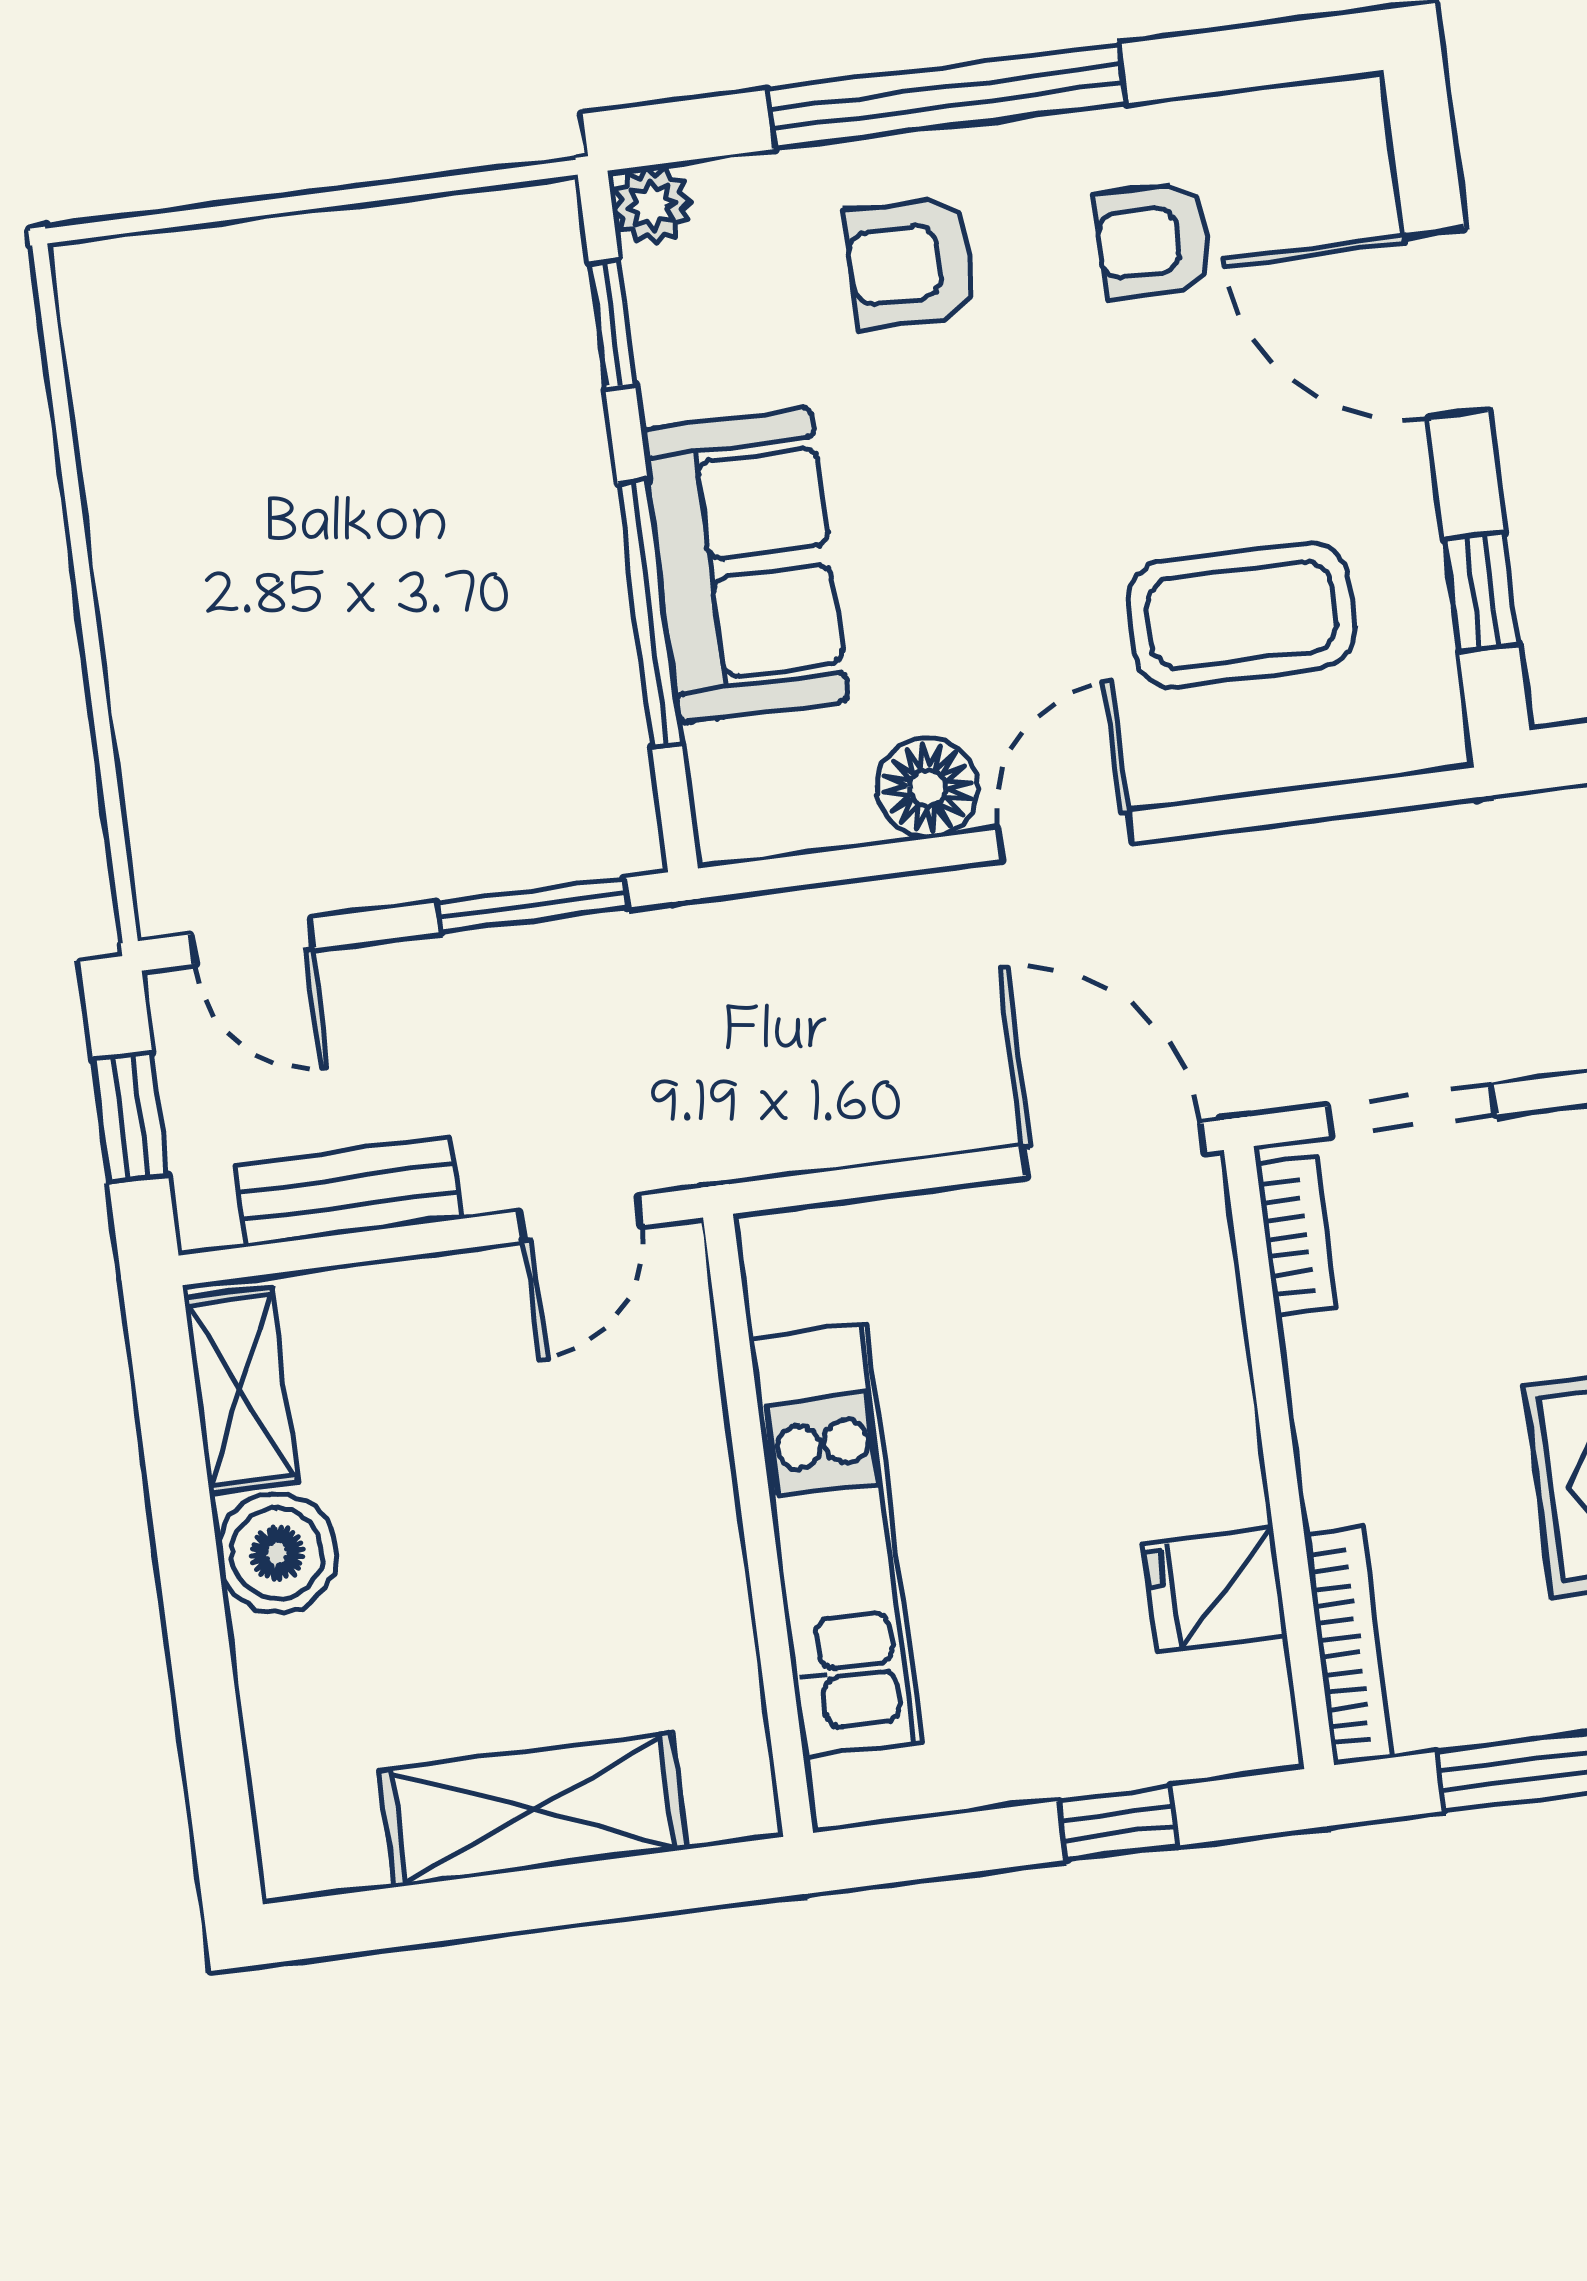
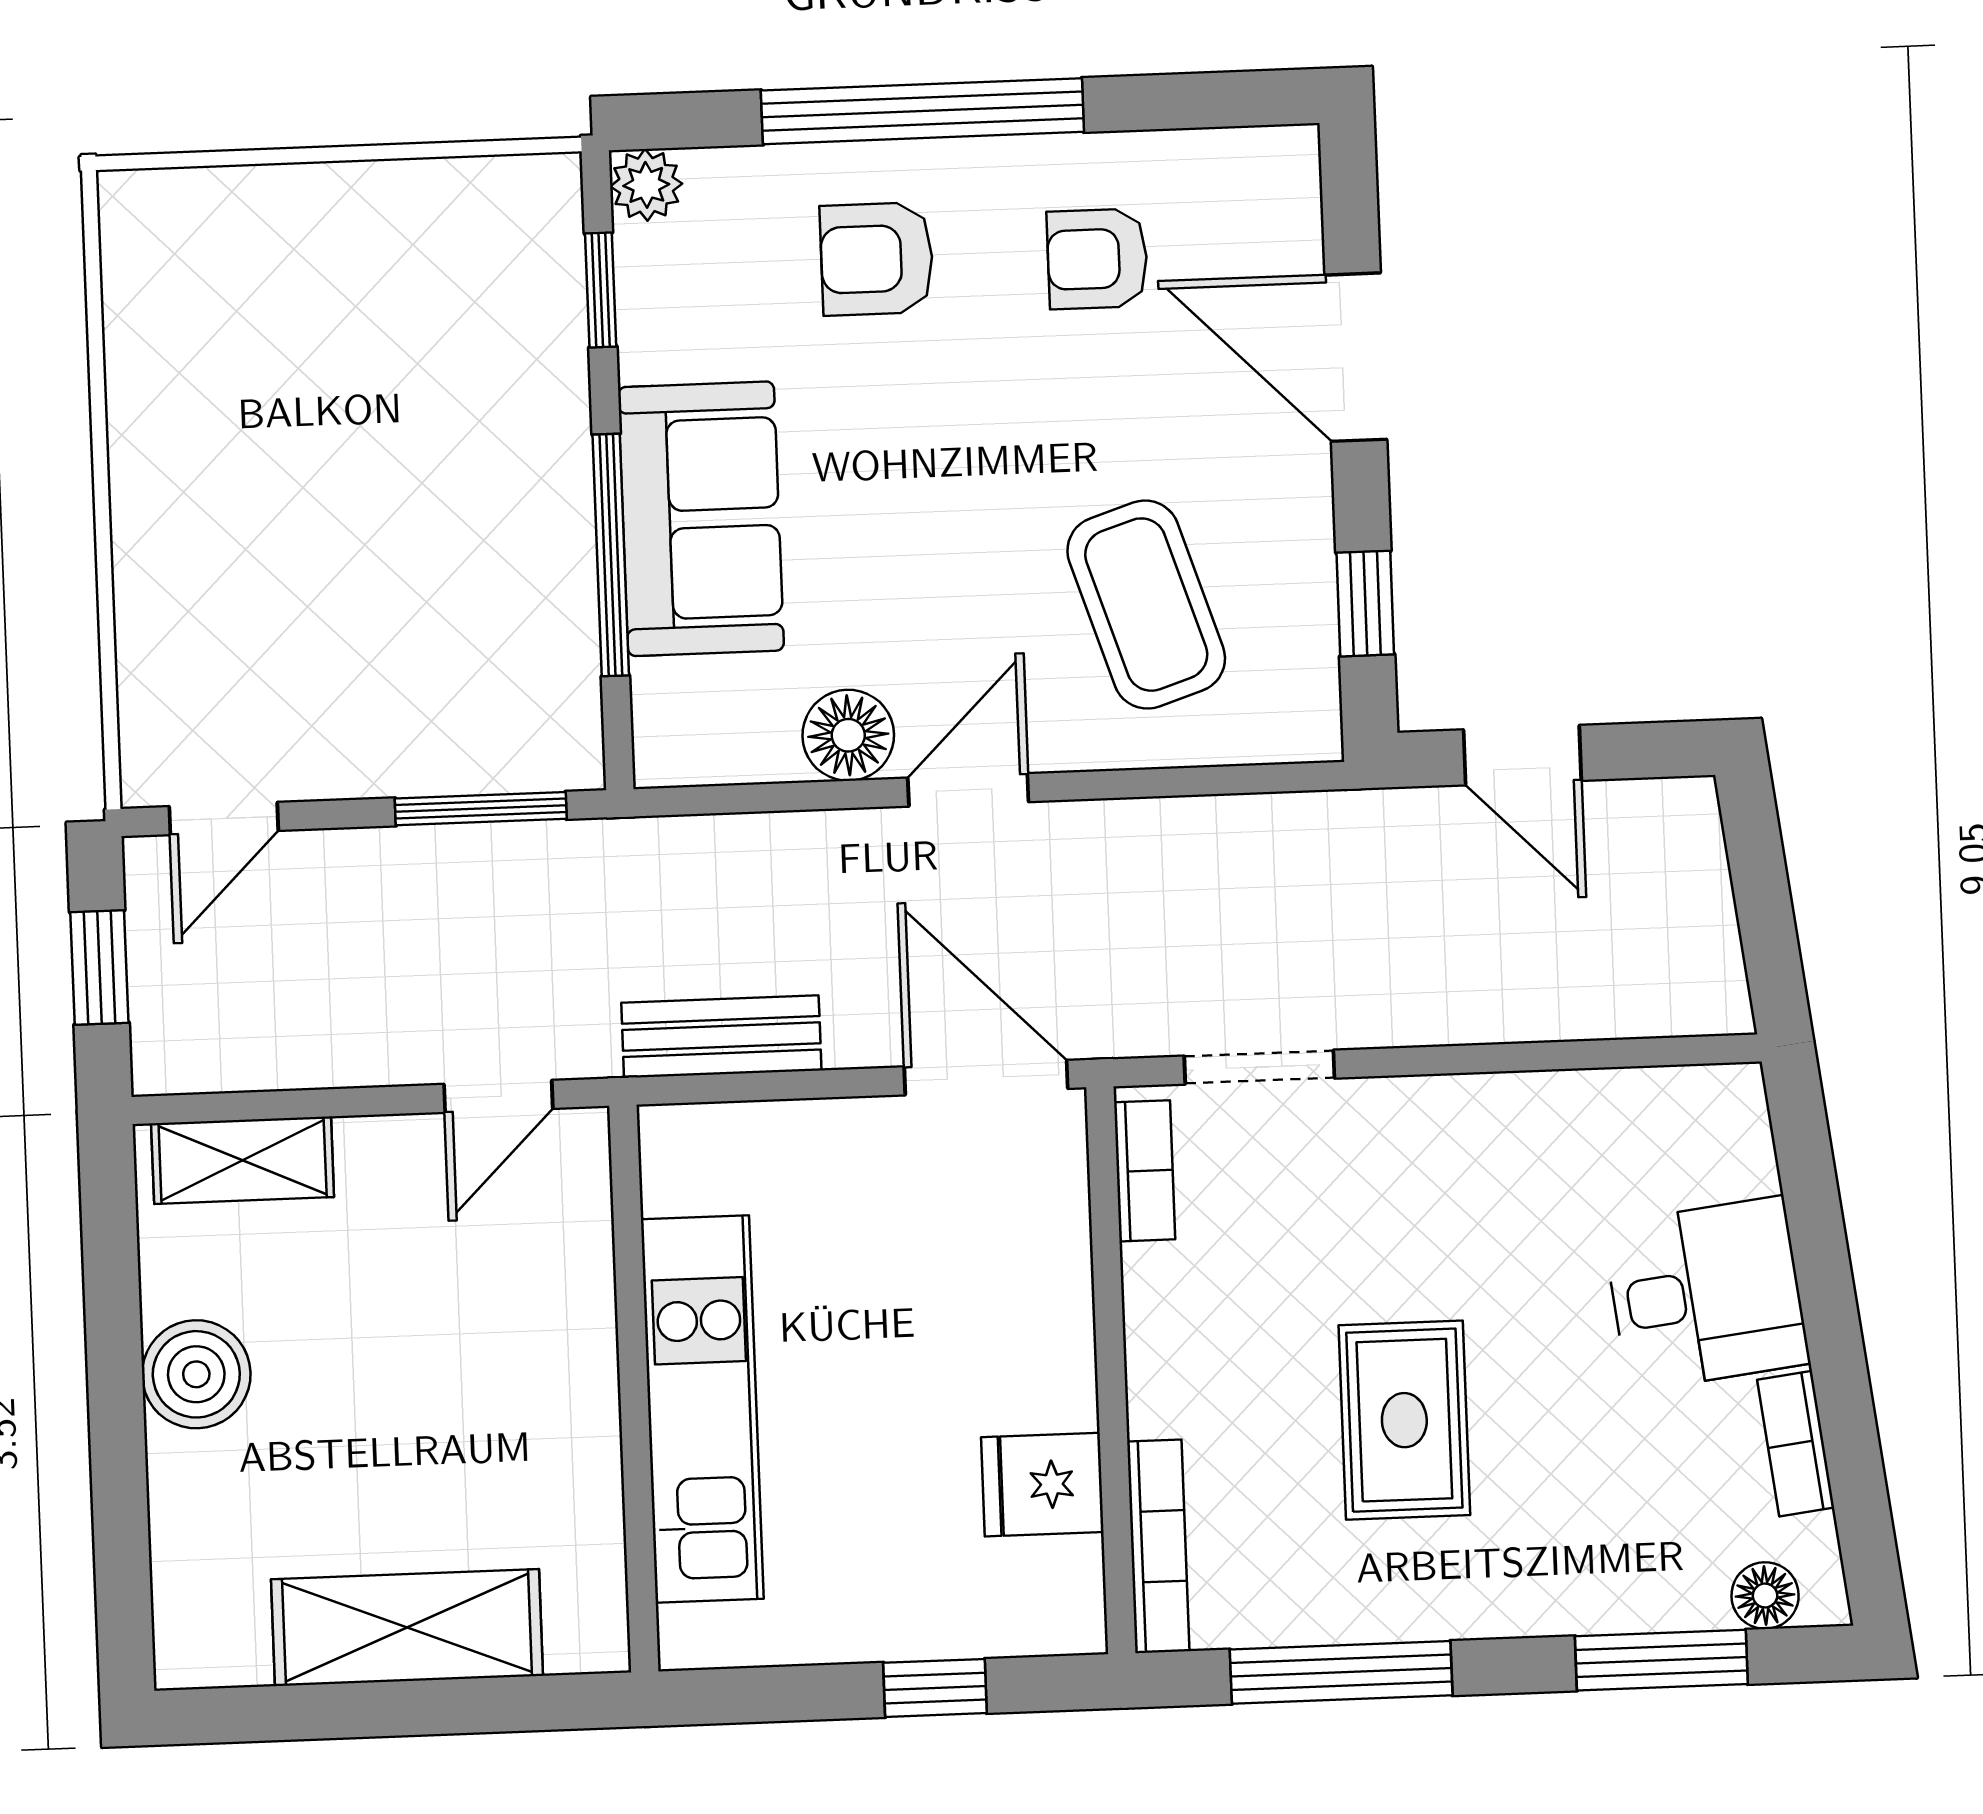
coffee table: (1241, 615) -> (1146, 605), turned 72
door: (252, 941) -> (224, 818), hinge flipped
bench: (348, 1192) -> (721, 1037), moved
shelving: (241, 1390) -> (243, 1160), moved, turned 90

